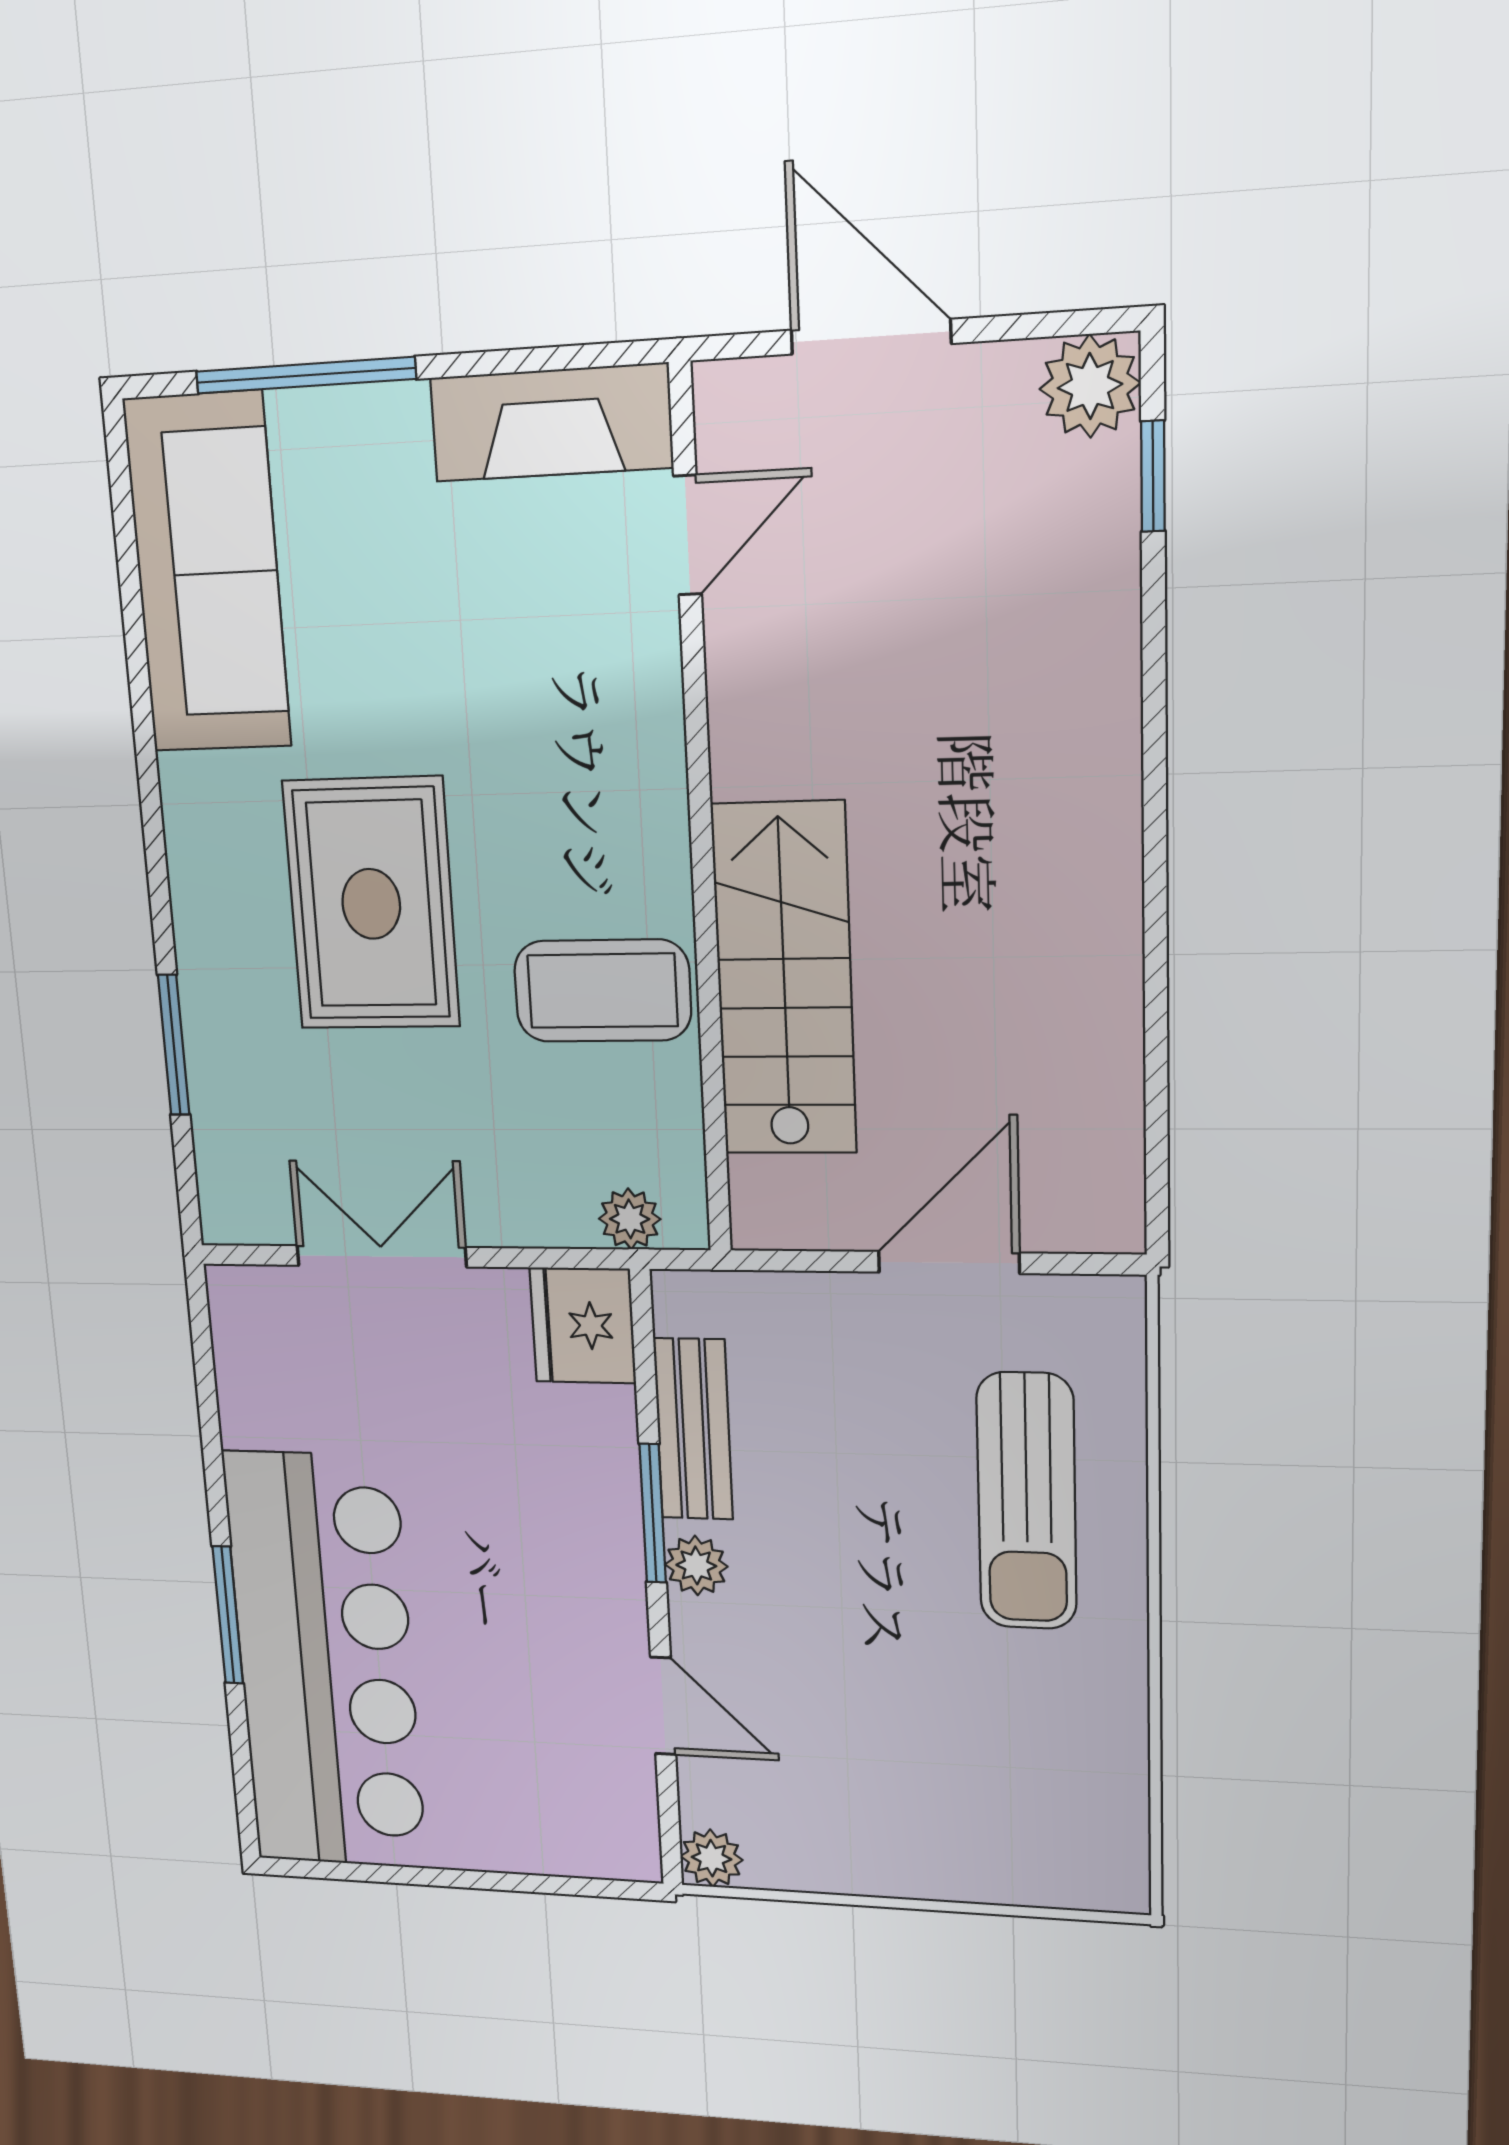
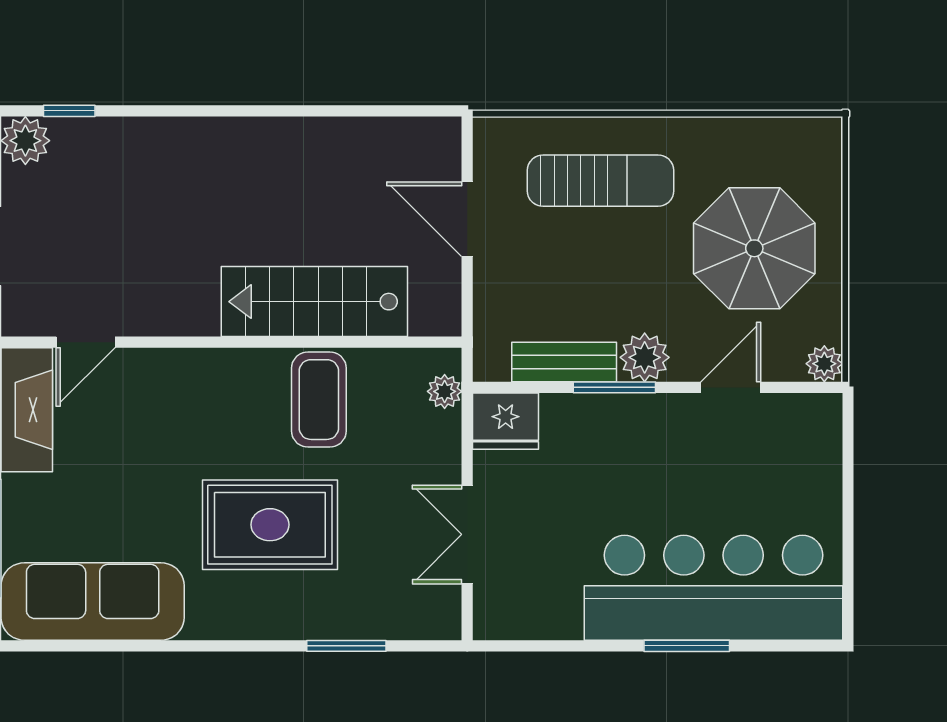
door: (688, 535) -> (86, 342), swing flipped
plant: (696, 1565) -> (645, 357), width x1.38, depth x1.38
parasol: (909, 1757) -> (754, 248), added

